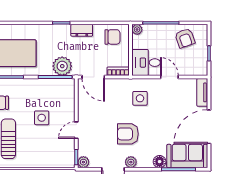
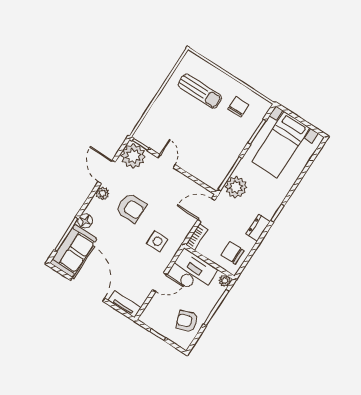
chair: (112, 37) -> (233, 253), turned 90
desk: (146, 63) -> (192, 272), width x1.37
side table: (42, 118) -> (199, 136), removed
armchair: (128, 134) -> (131, 208), turned 90
plant: (83, 162) -> (133, 156), width x1.87, depth x1.87

